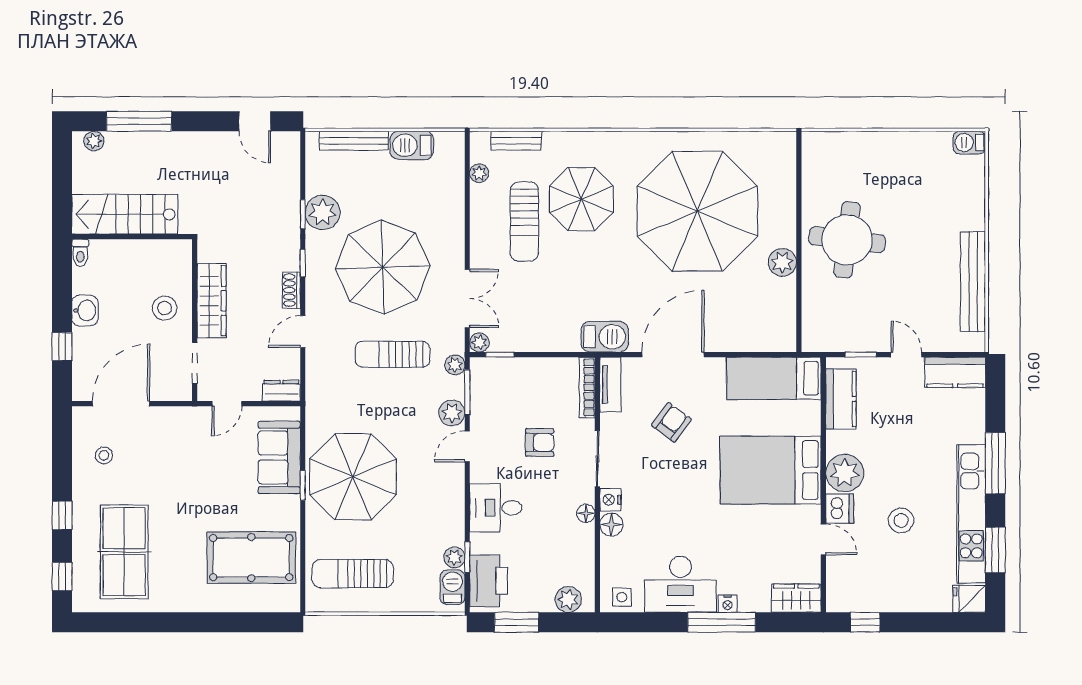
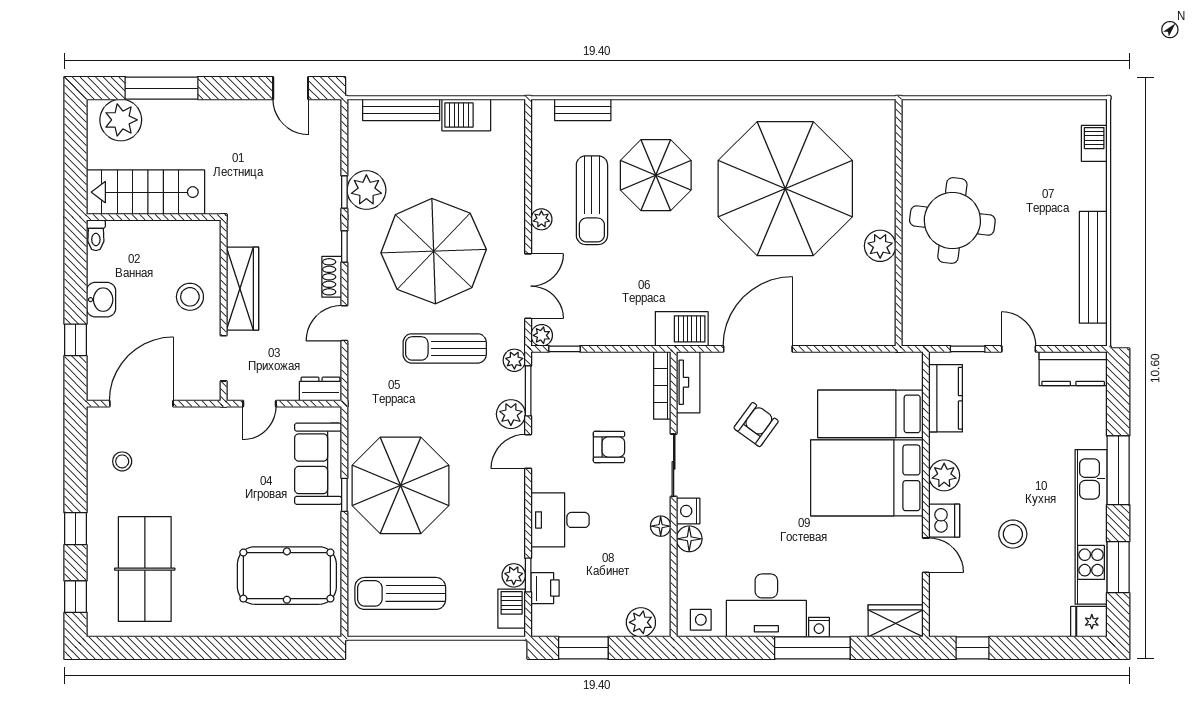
plant: (94, 141) -> (121, 120), width x1.88, depth x1.88
barbecue: (969, 143) -> (1094, 143), moved, turned 90
plant: (479, 173) -> (541, 219), moved
bed: (774, 378) -> (870, 414), moved
plant: (845, 473) -> (944, 475), width x0.73, depth x0.73
printer: (488, 581) -> (545, 588), width x0.53, depth x0.68

